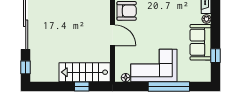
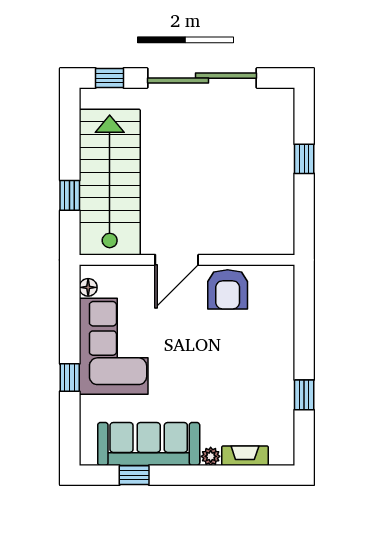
sofa: (201, 42) -> (149, 444), width x1.36
stairs: (85, 72) -> (110, 182), width x1.36, depth x1.51
window: (169, 86) -> (70, 378), width x0.32

